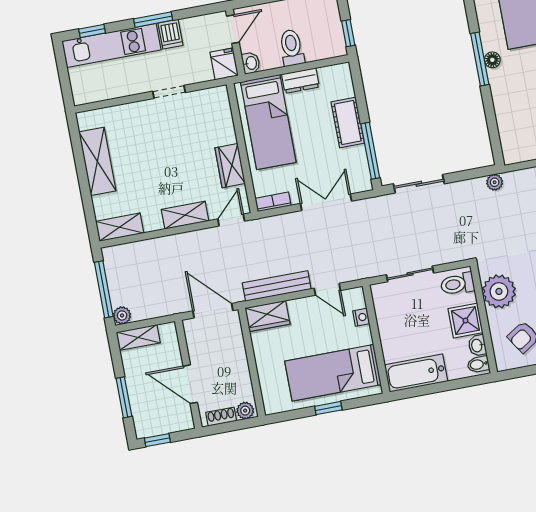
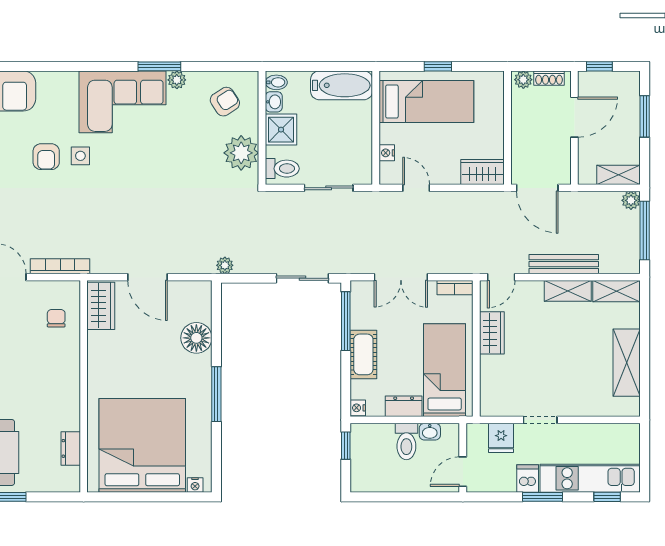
floor lamp: (492, 60) -> (196, 338), moved, width x1.89, depth x1.89
washbasin: (251, 63) -> (430, 432), moved, turned -90
fridge: (224, 64) -> (501, 438), moved
nightstand: (344, 71) -> (358, 408), added
shelving: (185, 215) -> (568, 291), moved
bench: (277, 286) -> (564, 264), moved
door: (190, 384) -> (574, 117), hinge flipped
window: (157, 440) -> (599, 66), moved

